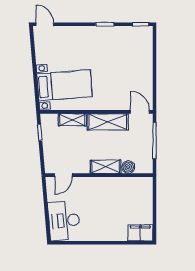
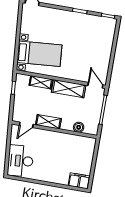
shelving: (106, 167) -> (48, 122), moved

